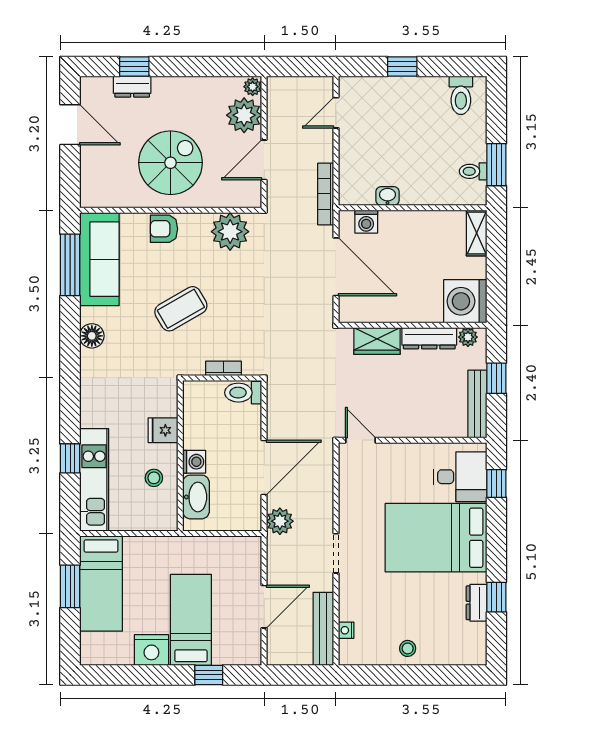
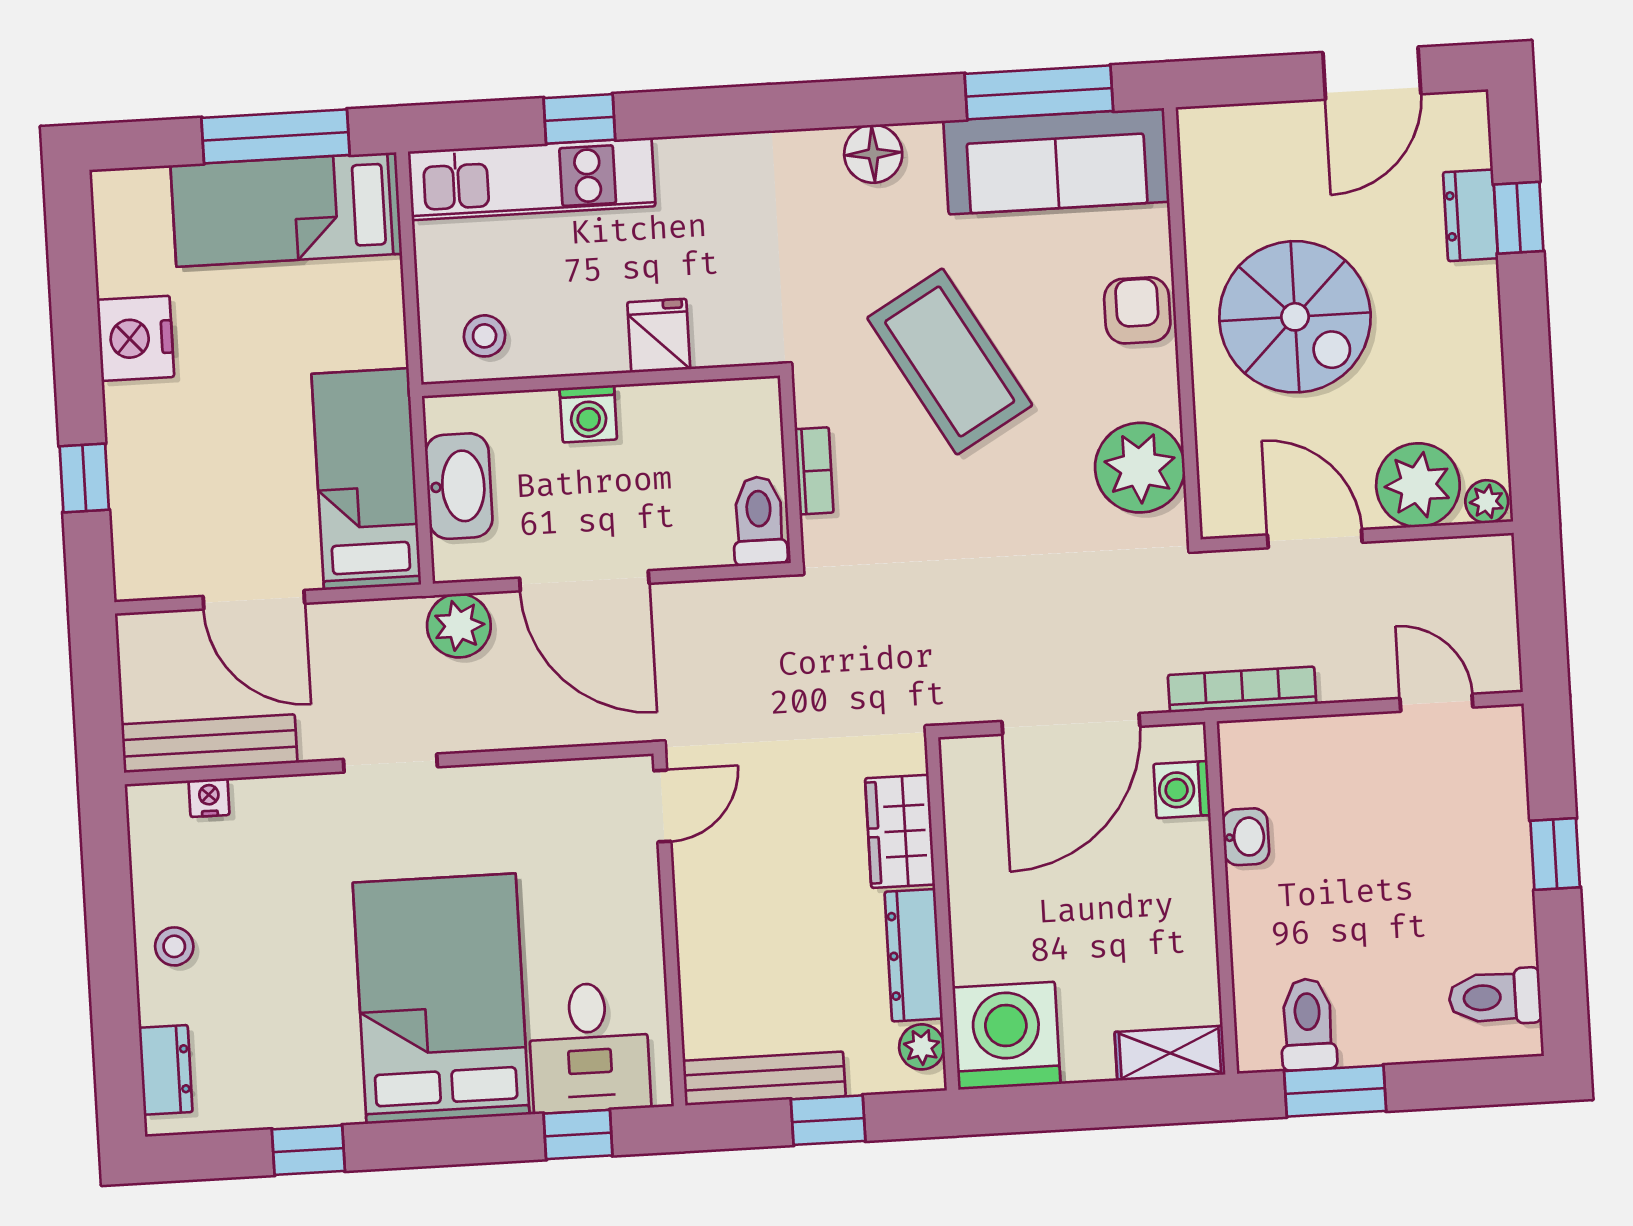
toilet: (473, 171) -> (1308, 1024), width x1.37, depth x1.39
coffee table: (181, 309) -> (950, 362), width x1.36, depth x1.32
stool: (154, 478) -> (485, 336), moved
washbasin: (196, 497) -> (459, 486), moved, turned -90
window: (70, 586) -> (276, 136), width x1.44
dresser: (477, 603) -> (166, 1070), moved, turned 90
bed: (191, 620) -> (366, 479), moved, turned -90

